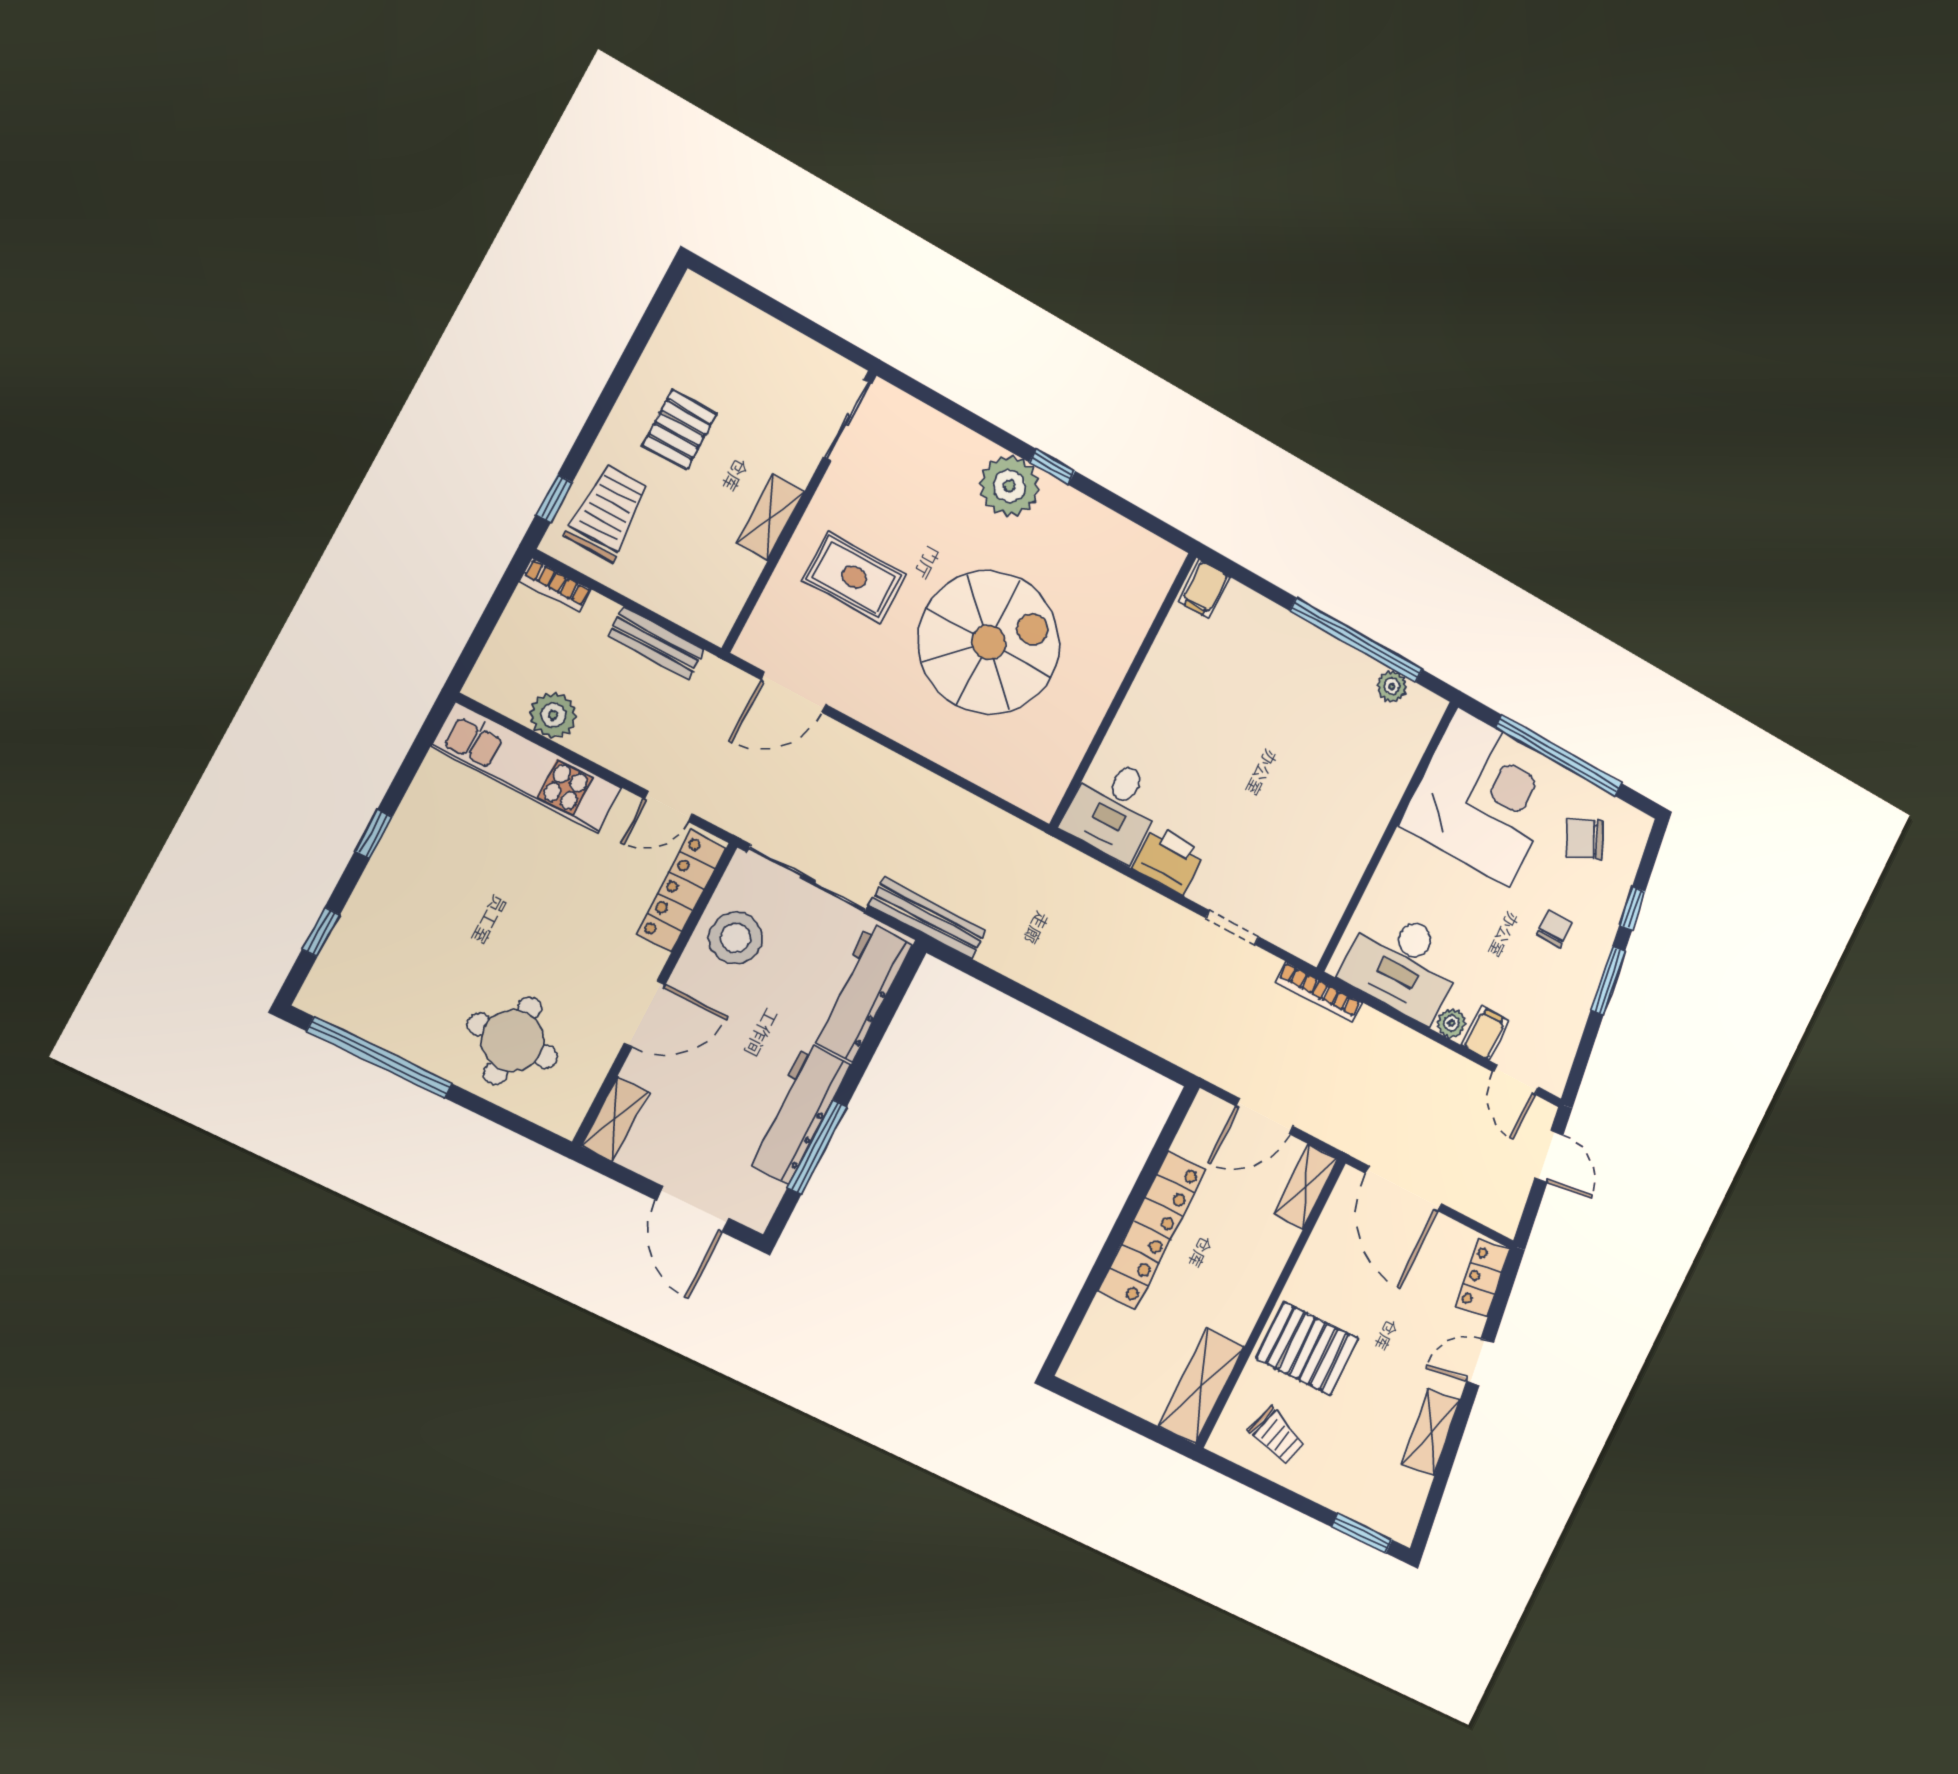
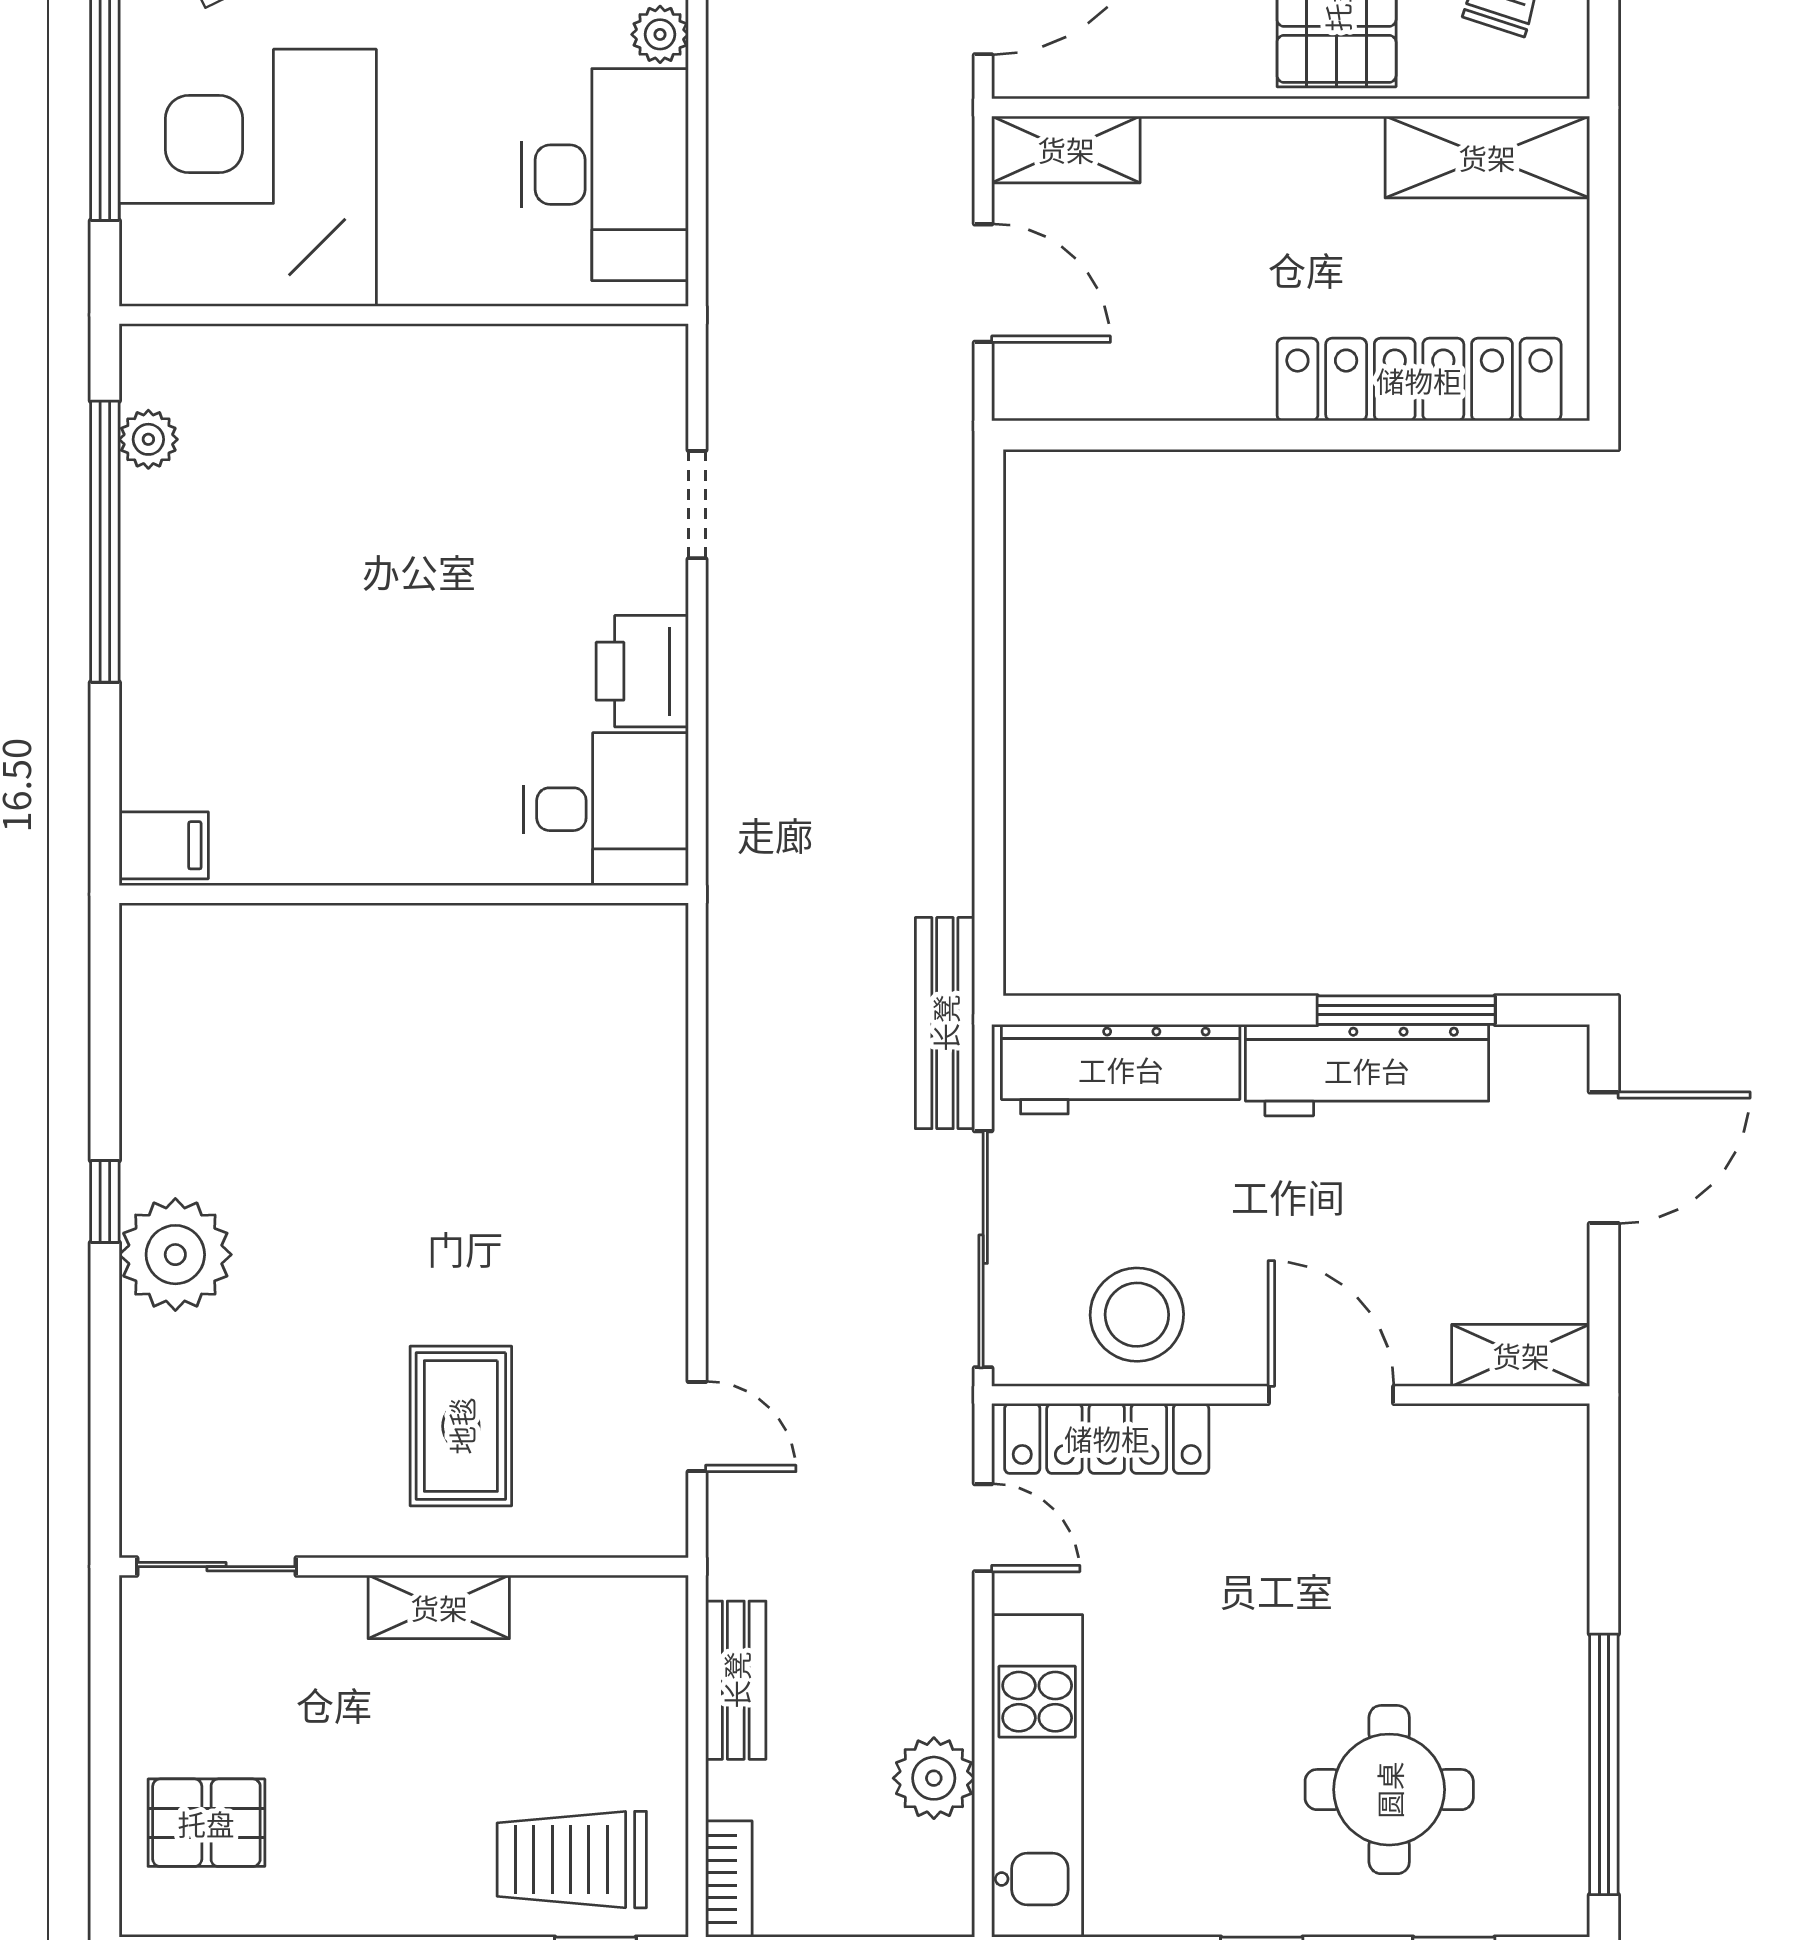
pallet: (680, 429) -> (206, 1823), moved
spiral stairs: (989, 642) -> (446, 1156), removed
door: (793, 692) -> (697, 1426), width x0.73
bookcase: (1319, 992) -> (728, 298), removed
round table: (513, 1041) -> (1389, 1790), moved
locker: (1152, 1230) -> (1419, 380), moved

